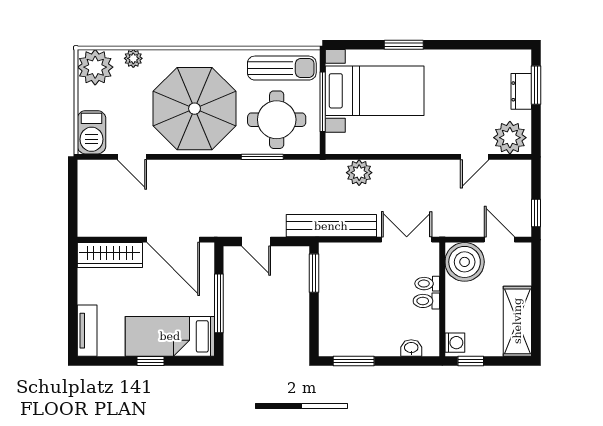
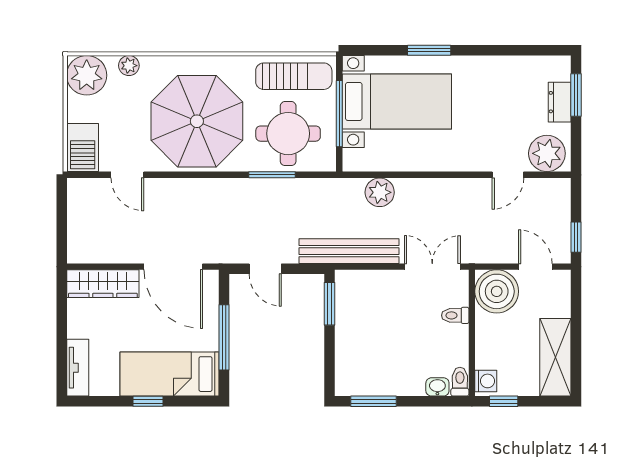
toilet: (426, 301) -> (460, 382), moved, turned 90

